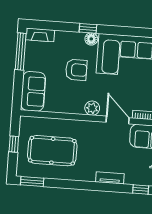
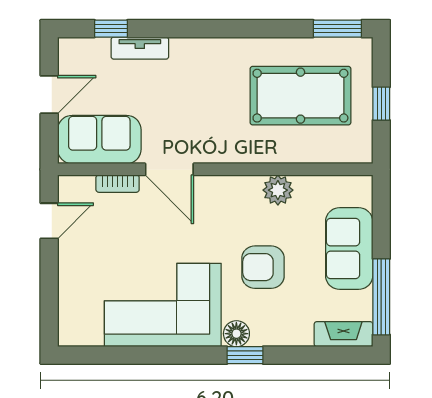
sofa: (33, 91) -> (349, 249), moved
plant: (92, 108) -> (278, 190), moved
tv unit: (110, 178) -> (140, 48), moved

